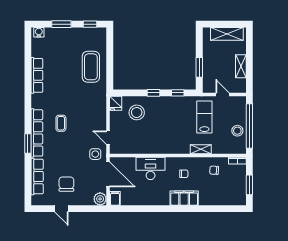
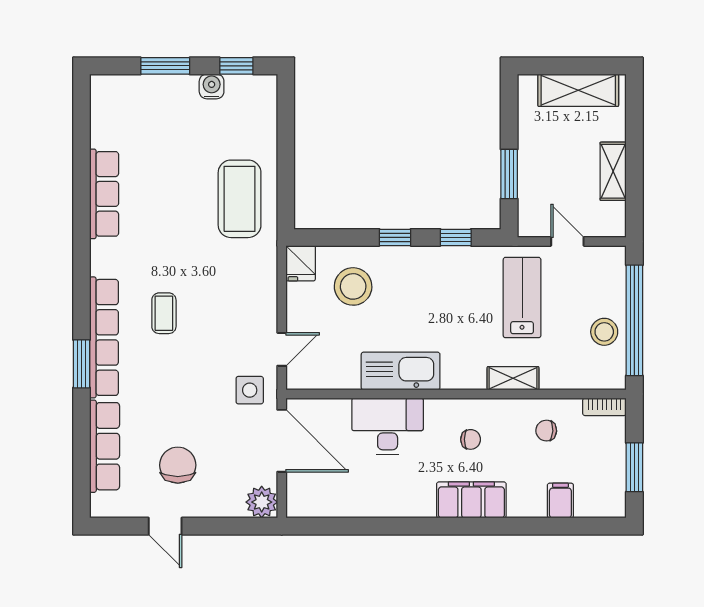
water cooler: (39, 32) -> (212, 86), moved
coffee table: (91, 67) -> (240, 199), moved
door: (108, 138) -> (282, 349), swing flipped
kitchen sink: (156, 146) -> (401, 371), added
filing cabinet: (115, 198) -> (560, 501), moved

